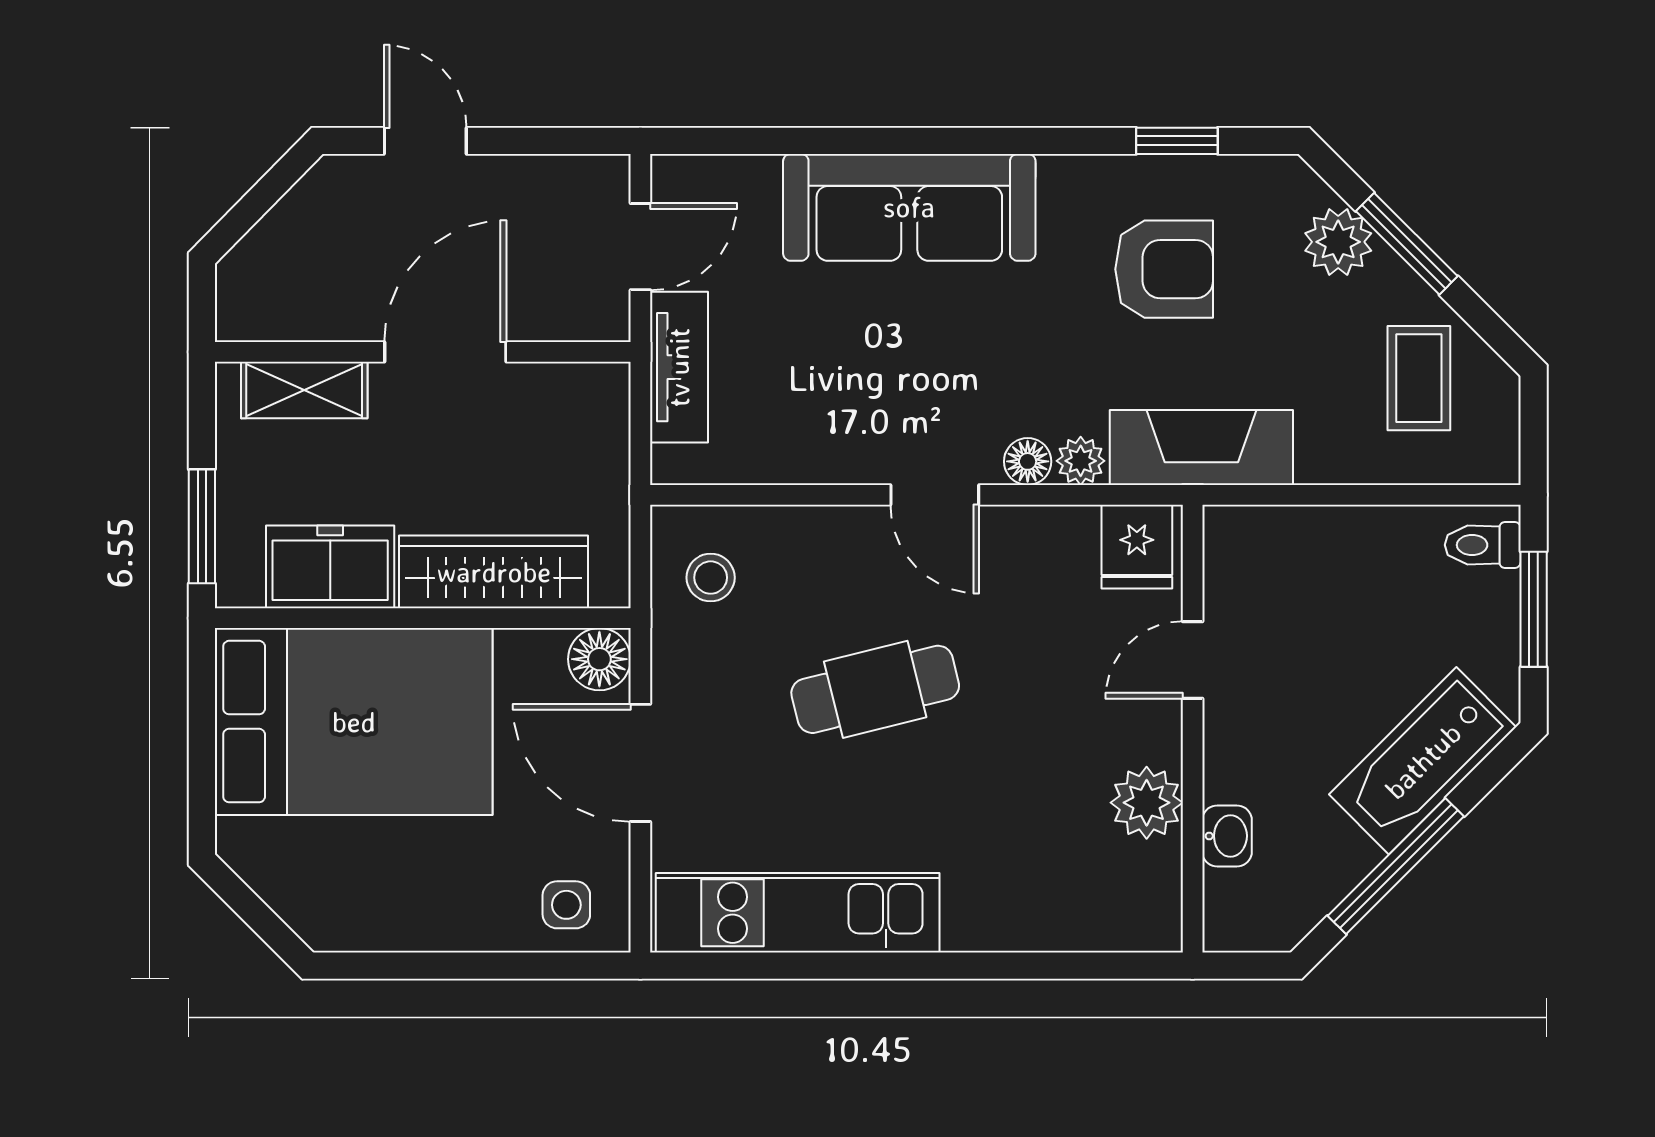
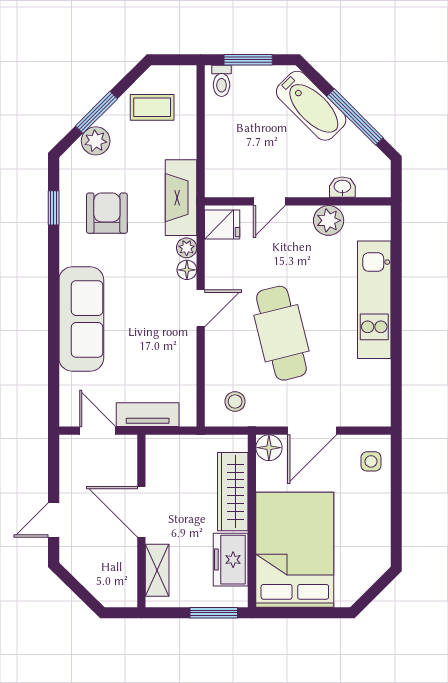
door: (1193, 660) -> (269, 201), hinge flipped
cafe table: (875, 689) -> (281, 333), width x1.37, depth x1.35
kitchen unit: (798, 913) -> (374, 300), moved

